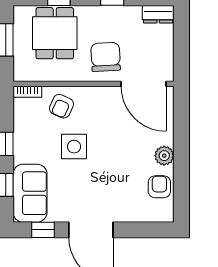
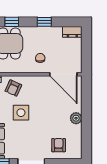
chair: (106, 57) -> (40, 58), width x0.54, depth x0.54
armchair: (159, 187) -> (59, 145), moved

